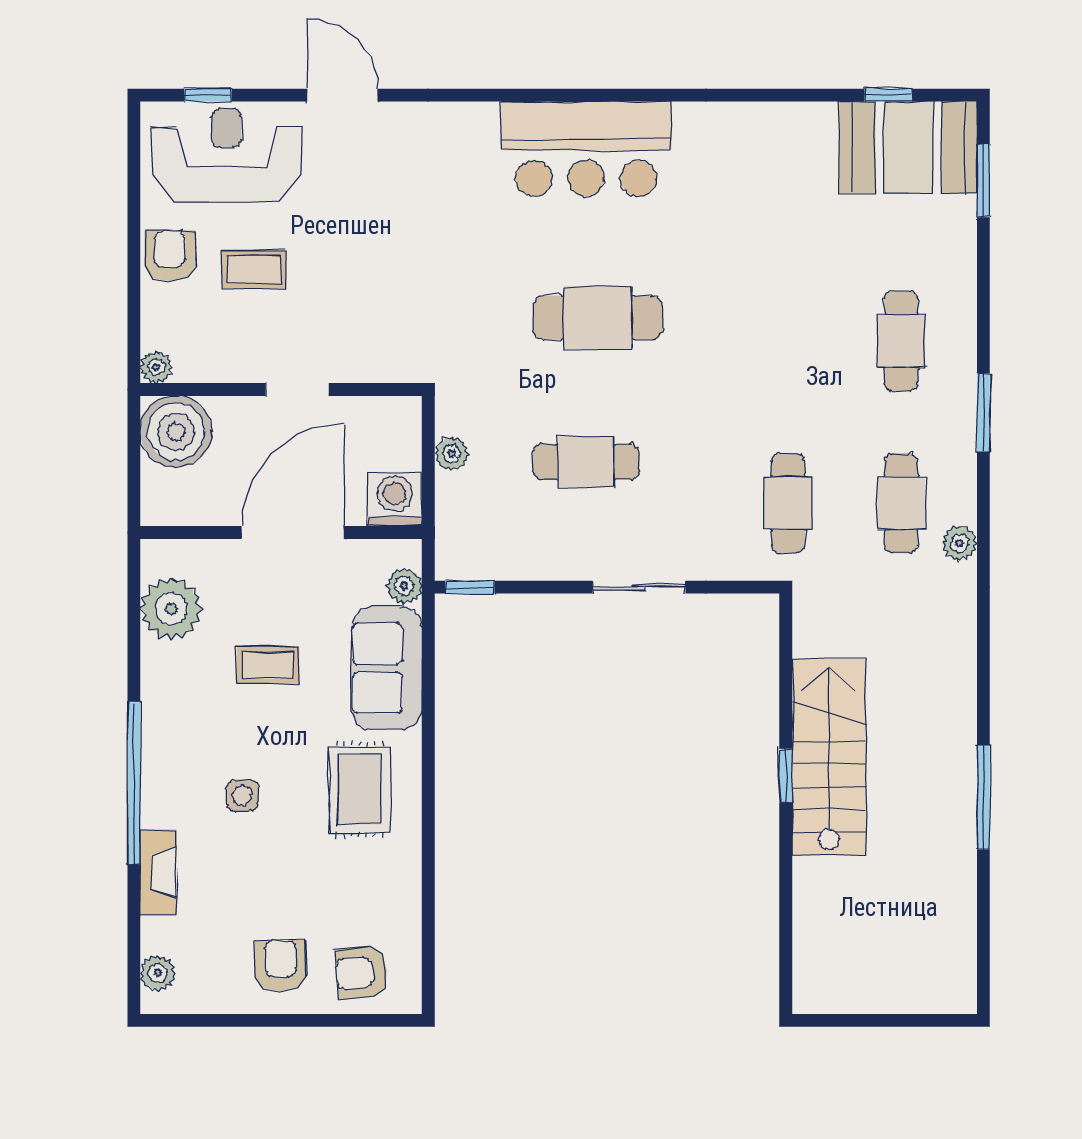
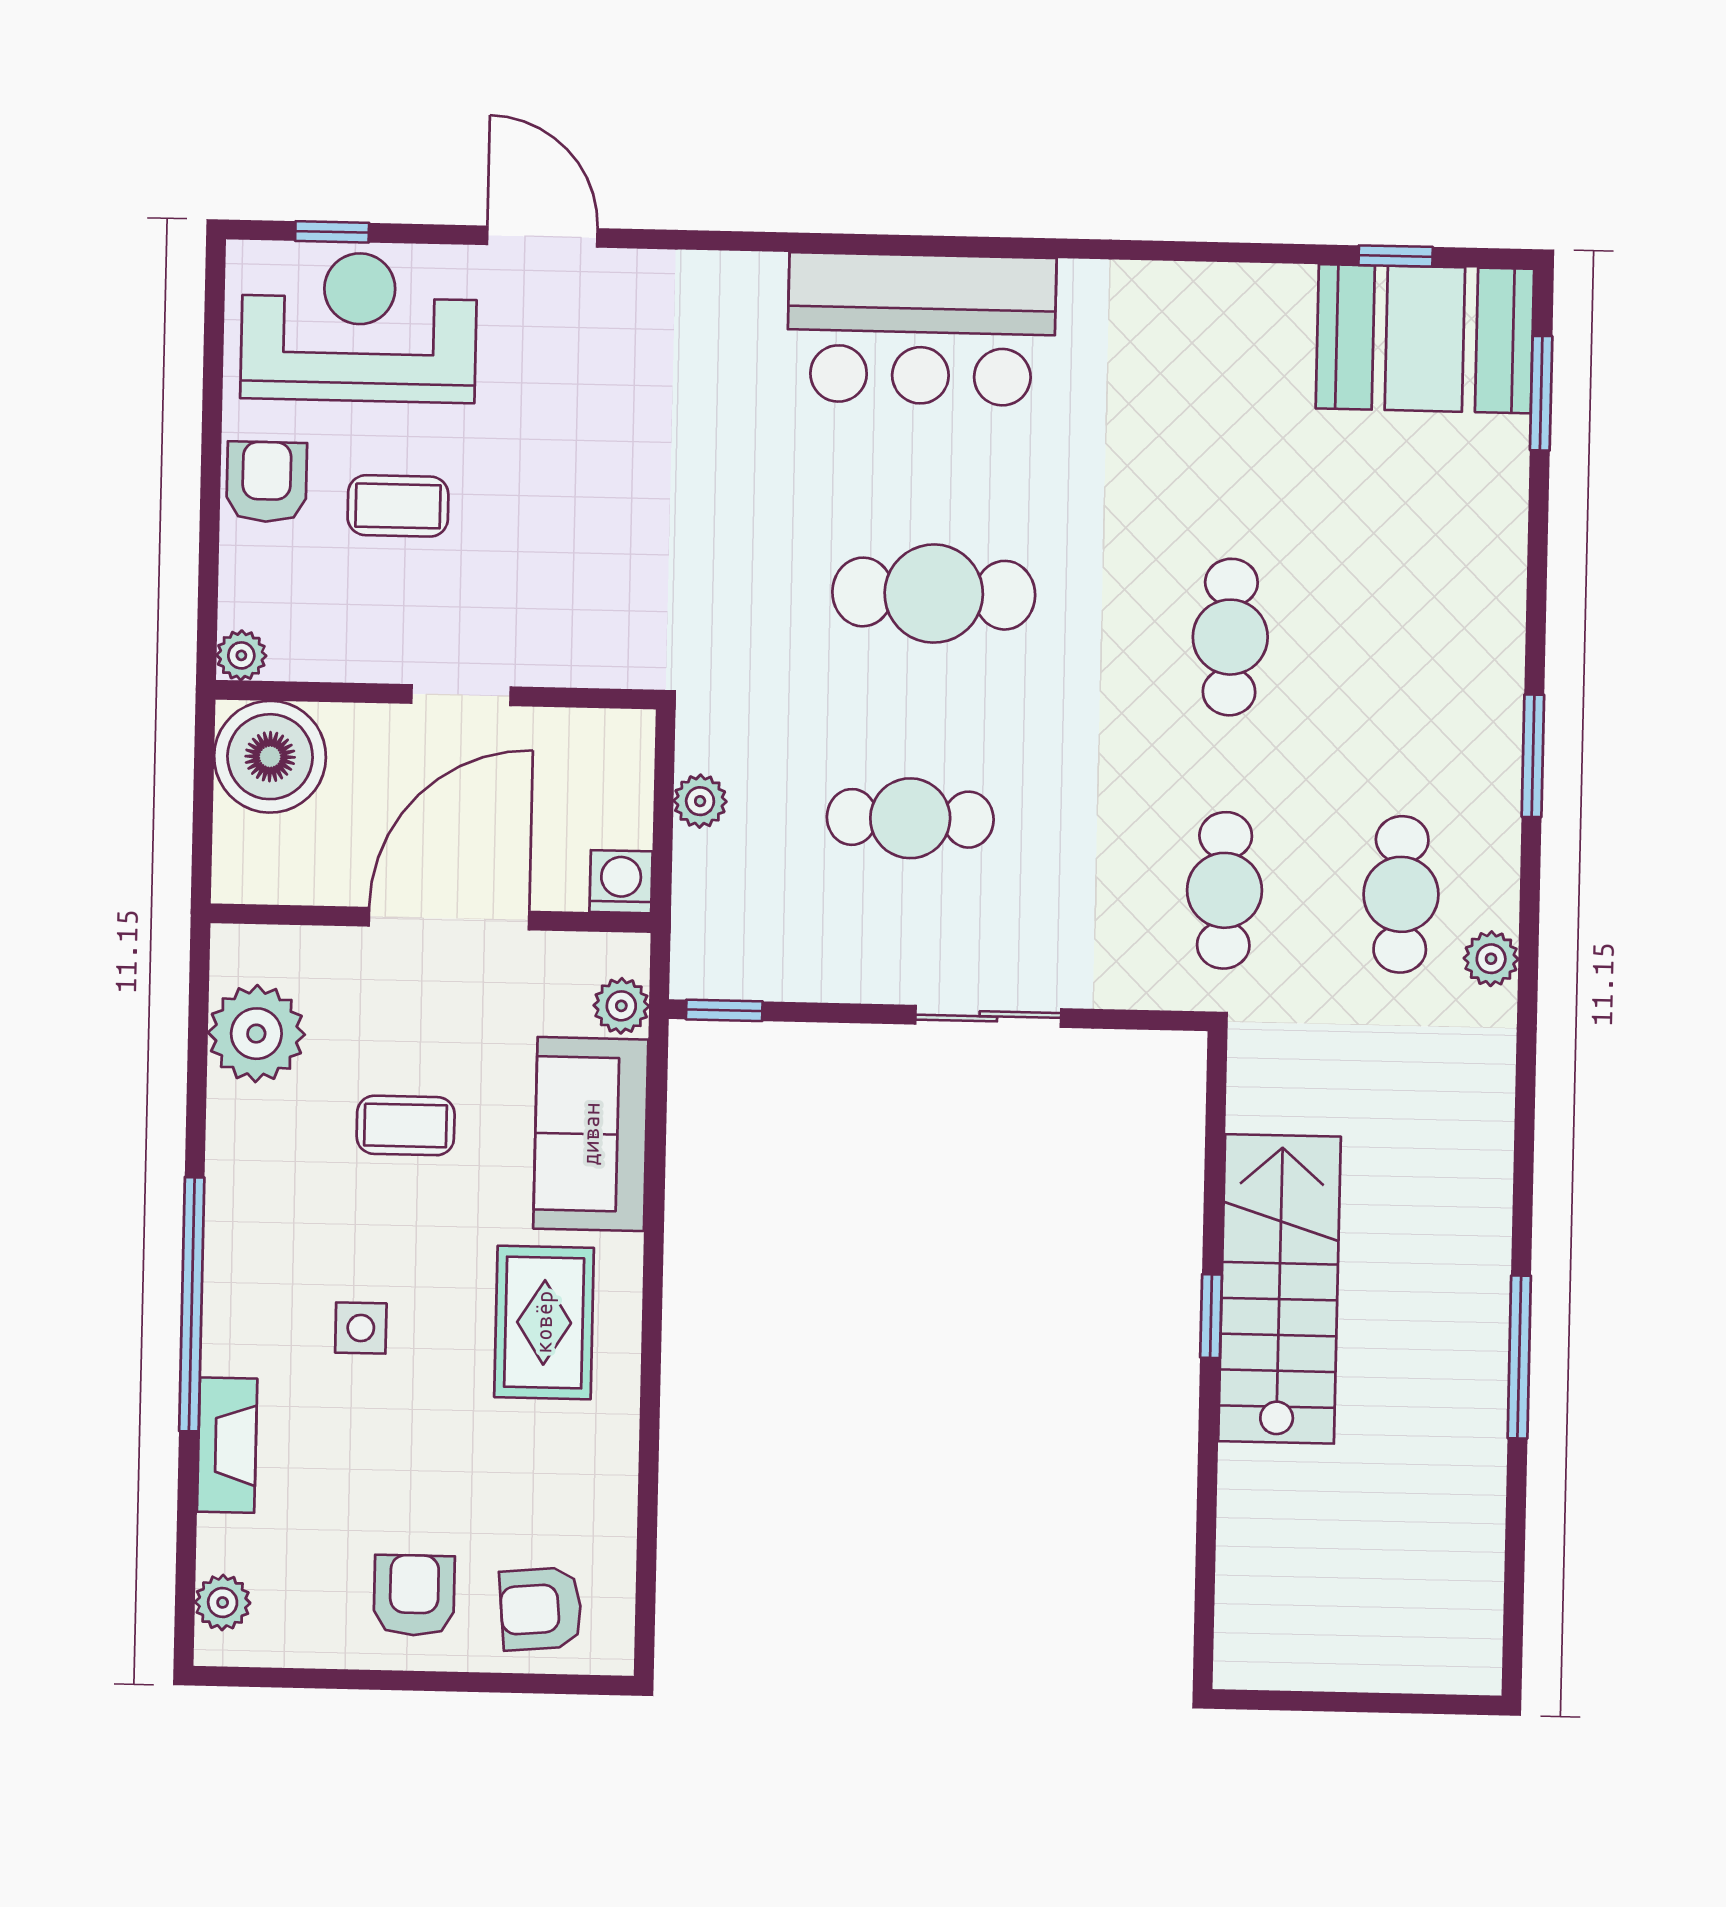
cafe table: (901, 341) -> (1230, 637), moved
washing machine: (395, 499) -> (621, 882), width x0.73, depth x0.73

